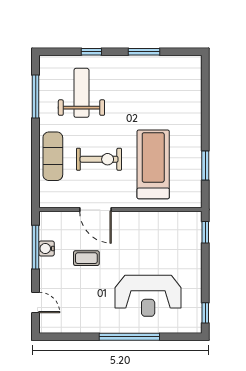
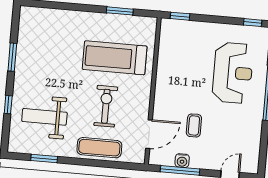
window: (36, 96) -> (44, 159), width x0.69
door: (95, 210) -> (149, 134), moved

